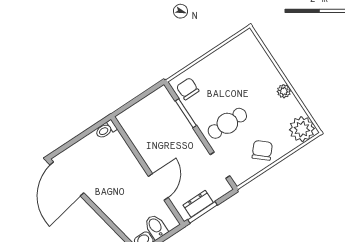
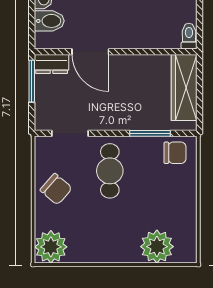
plant: (284, 91) -> (157, 247), moved, width x1.88, depth x1.88
wardrobe: (141, 111) -> (184, 87), added
dresser: (198, 204) -> (52, 64), moved, turned 90

